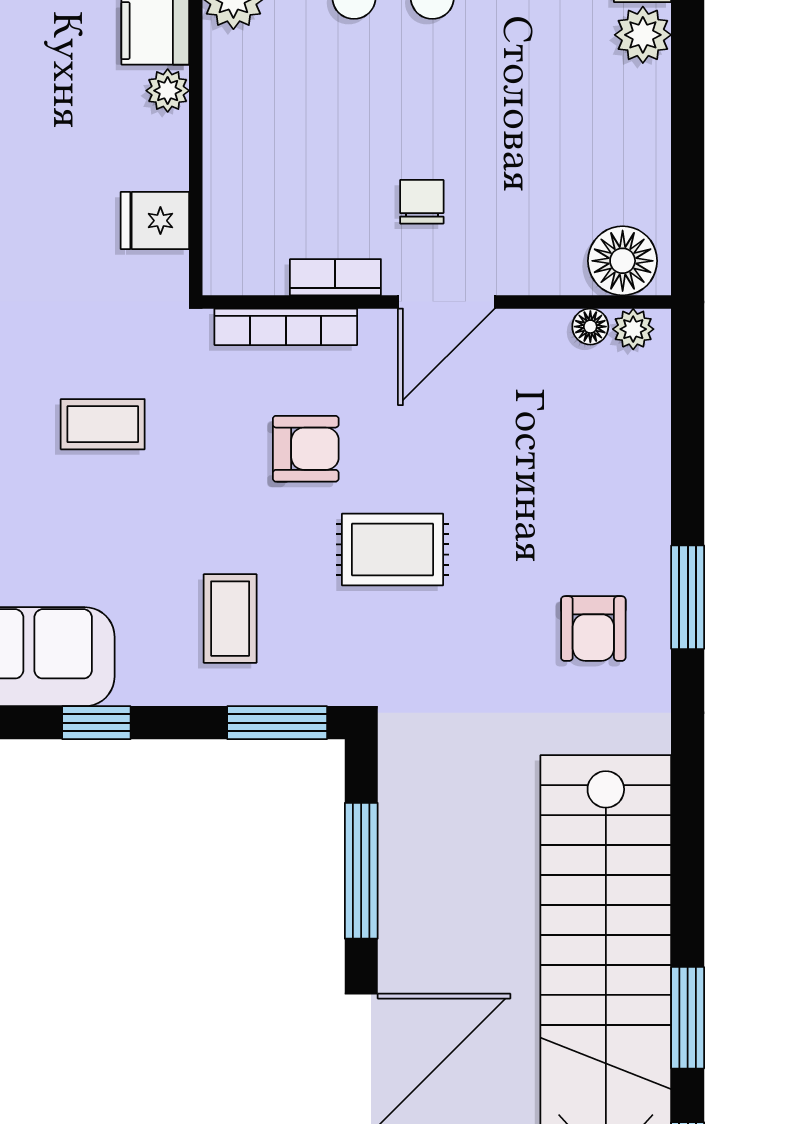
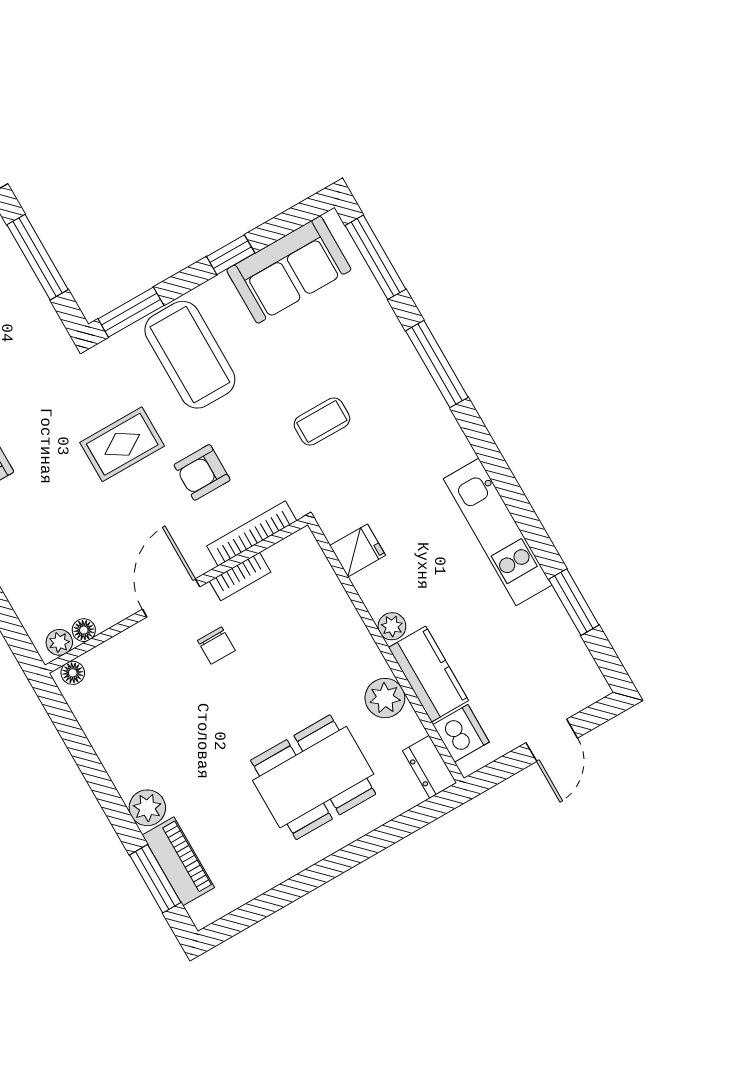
floor lamp: (623, 261) -> (73, 673), width x0.53, depth x0.53
coffee table: (230, 619) -> (190, 355), width x1.86, depth x1.72

